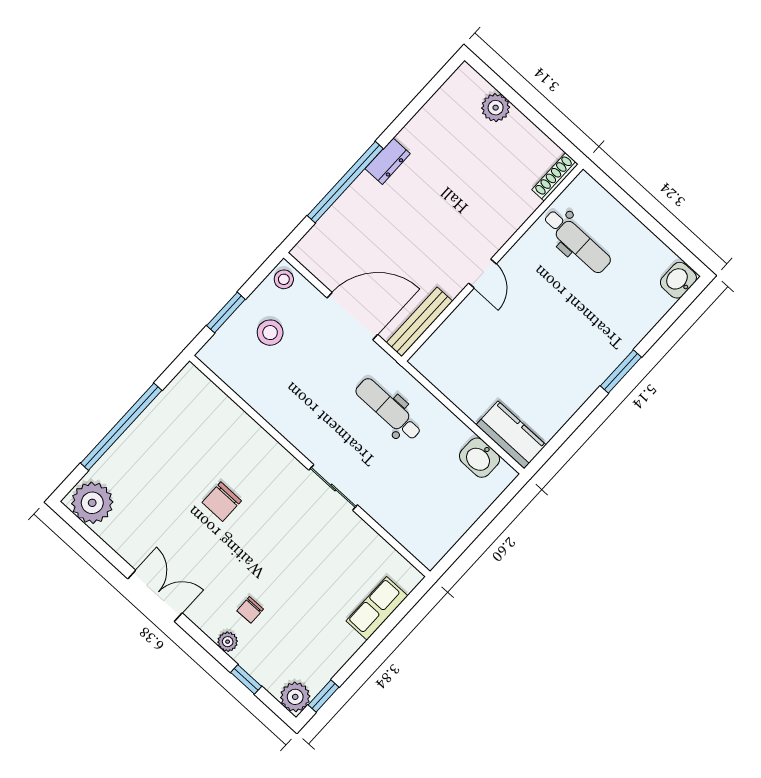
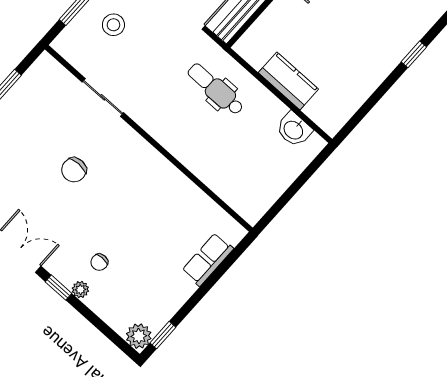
window: (621, 372) -> (414, 54), width x0.67
kitchen counter: (511, 435) -> (288, 81), moved
sliding door: (333, 487) -> (103, 97), moved
window: (246, 679) -> (58, 288), moved

